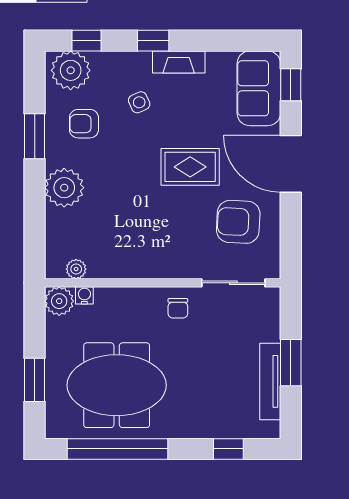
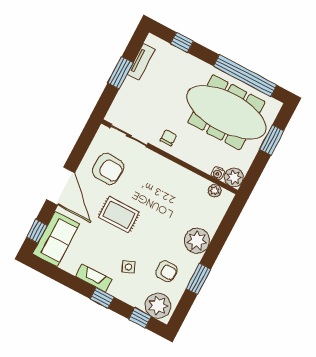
tv unit: (270, 381) -> (141, 62), width x0.71
meeting table: (117, 385) -> (226, 112), width x1.36

